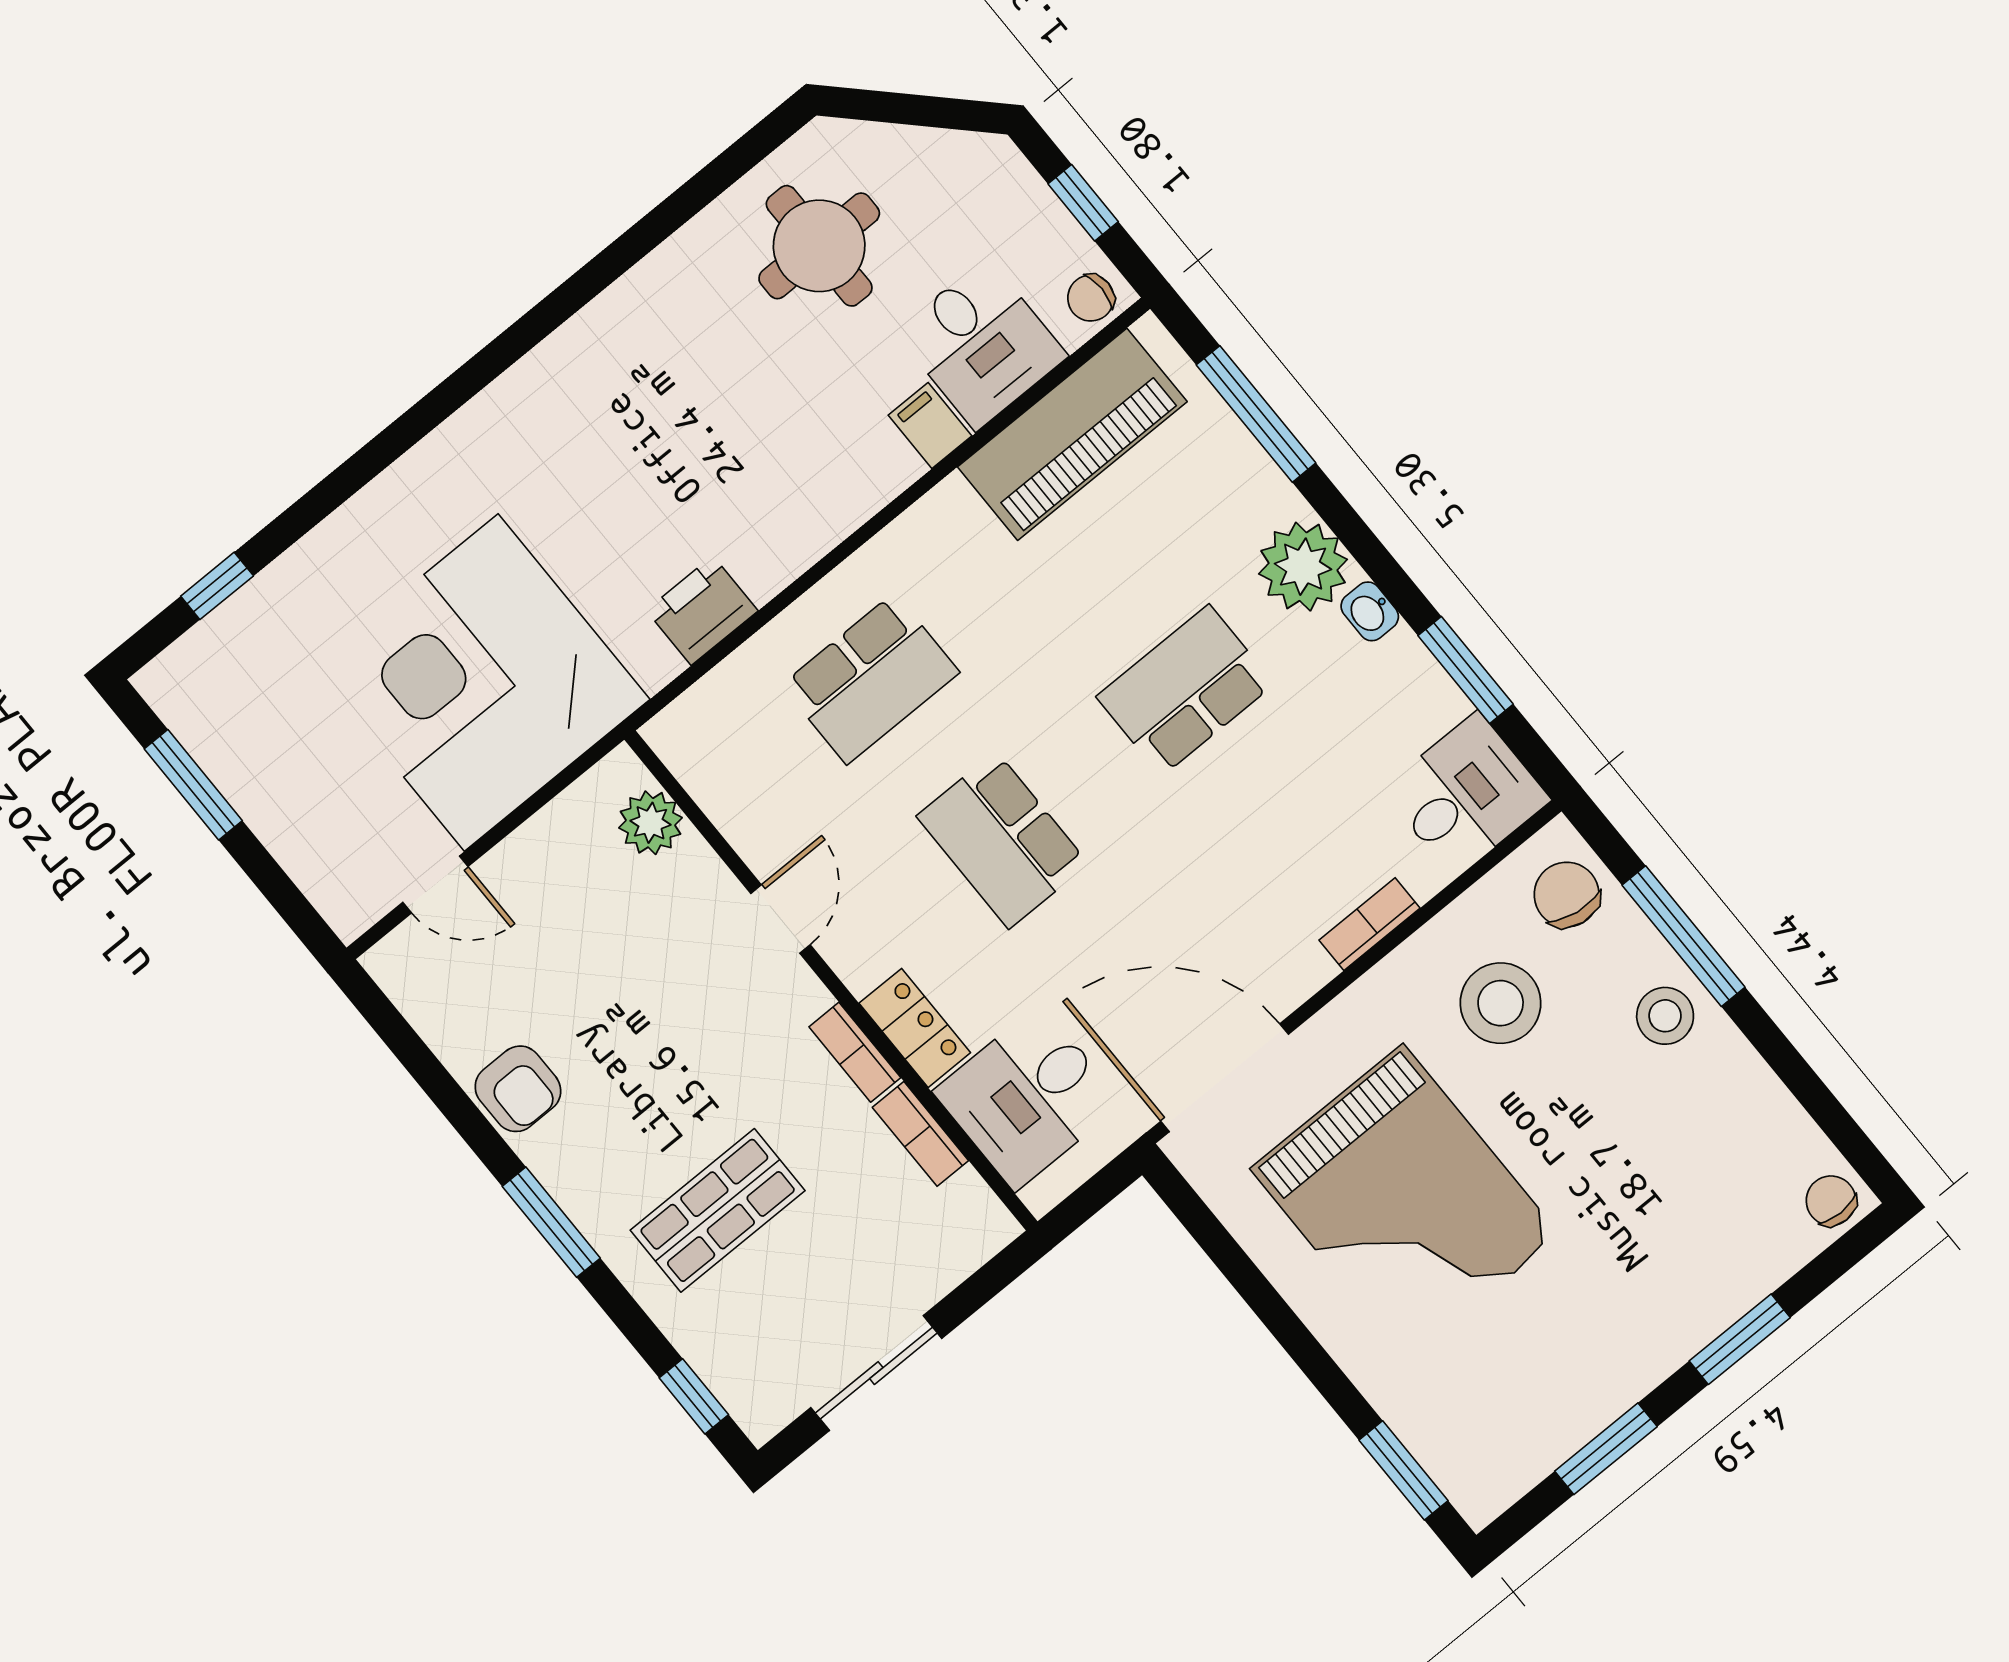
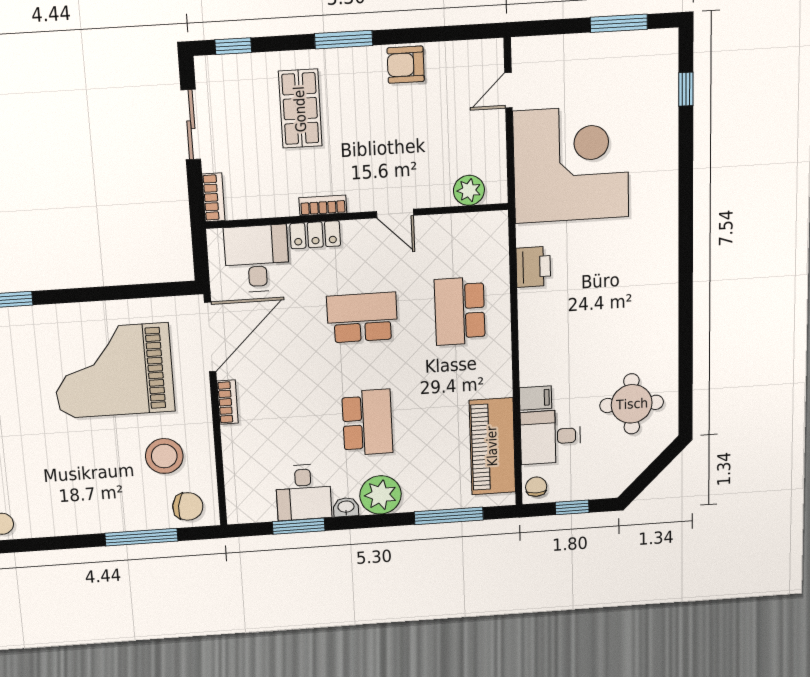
desk: (1466, 795) -> (304, 492), moved
bookcase: (1370, 924) -> (228, 402), moved
stool: (1665, 1016) -> (116, 511), removed
bookcase: (920, 1134) -> (213, 197), moved, turned 90

